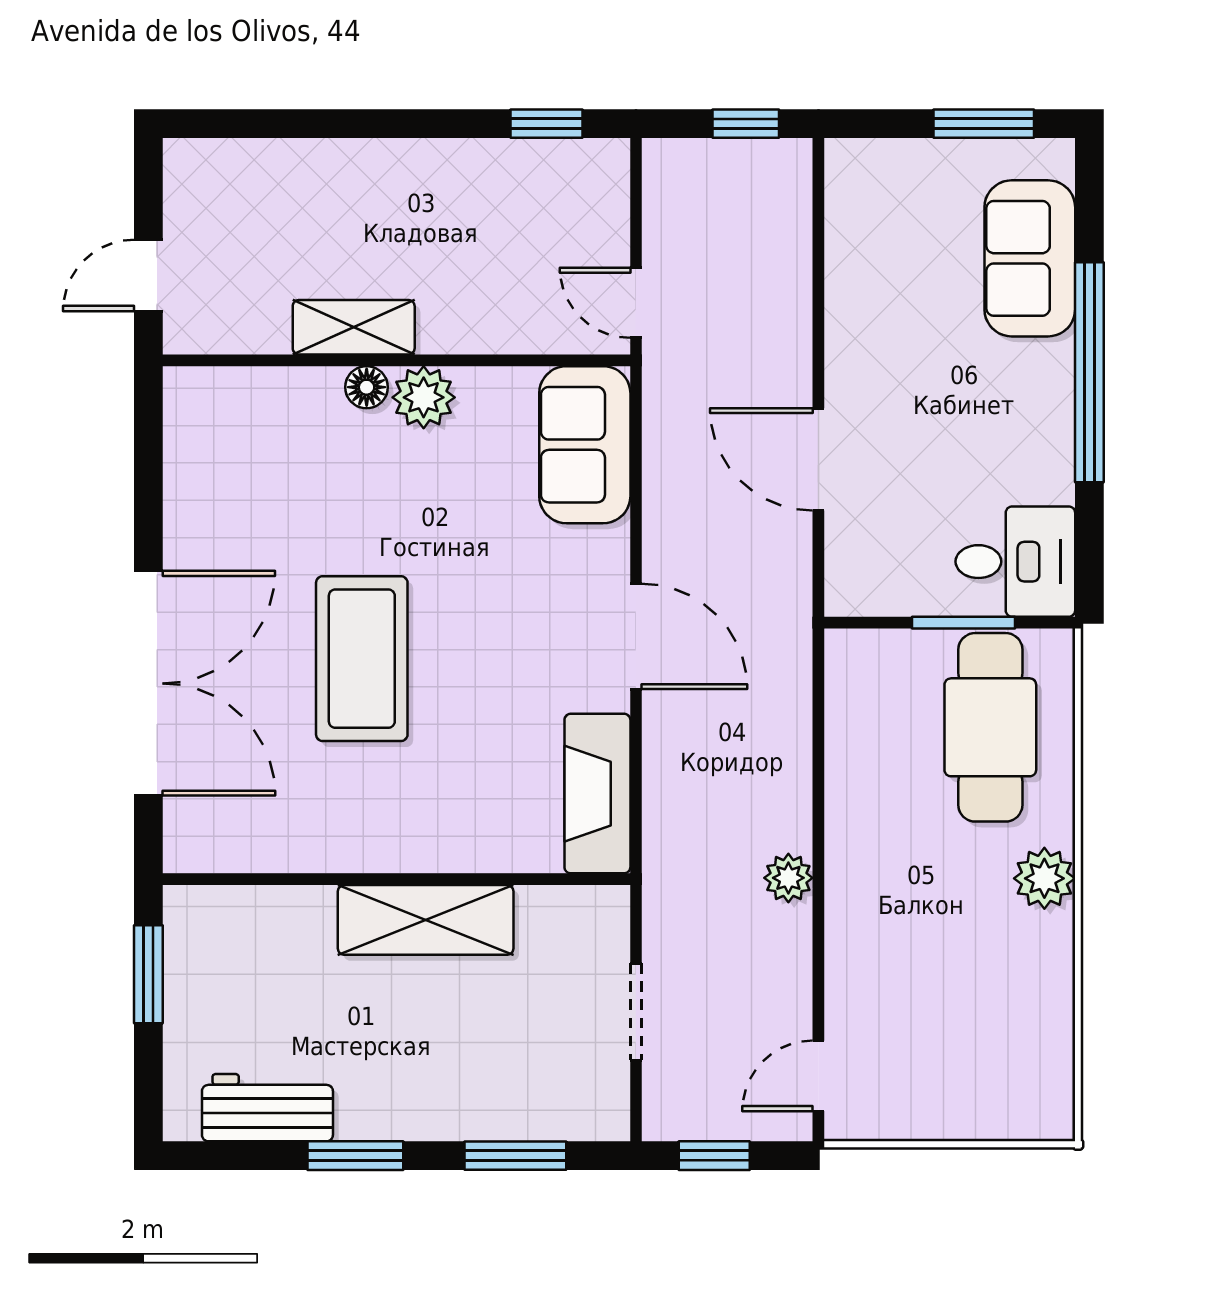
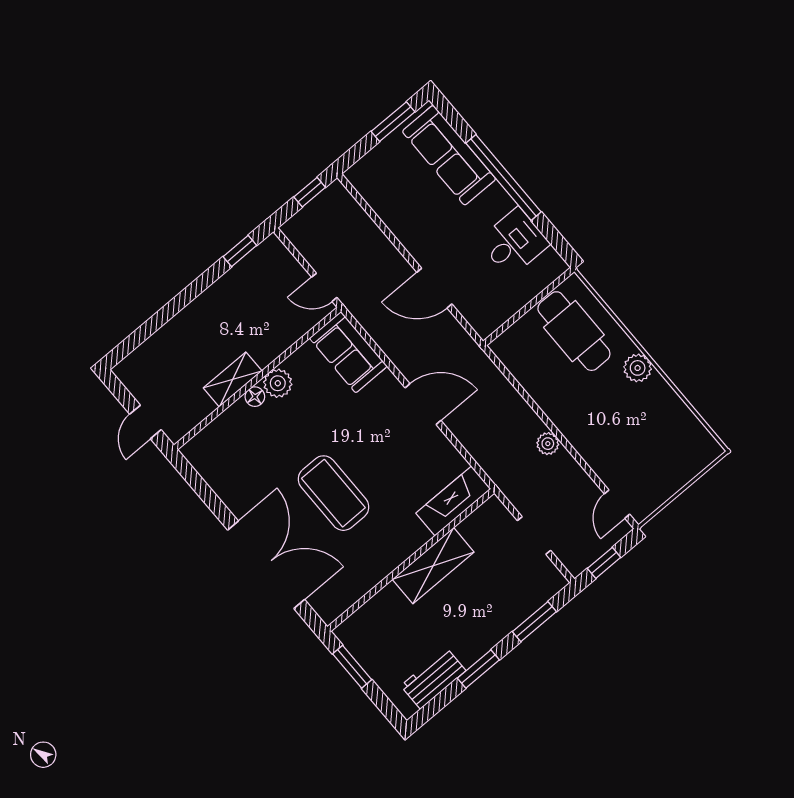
sofa: (1030, 258) -> (449, 155), width x1.36
desk: (1015, 562) -> (514, 242), moved
window: (963, 623) -> (534, 302), removed
fireplace: (597, 794) -> (453, 501), moved, turned 90

